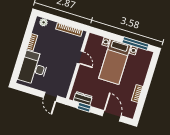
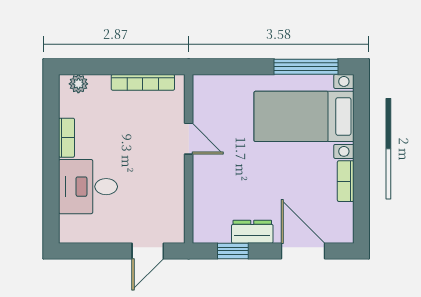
bed with nightstands: (115, 62) -> (304, 116), moved, turned 90
desk: (33, 68) -> (88, 187), width x0.73
door: (50, 97) -> (148, 251), hinge flipped
dresser: (83, 99) -> (252, 232), moved

